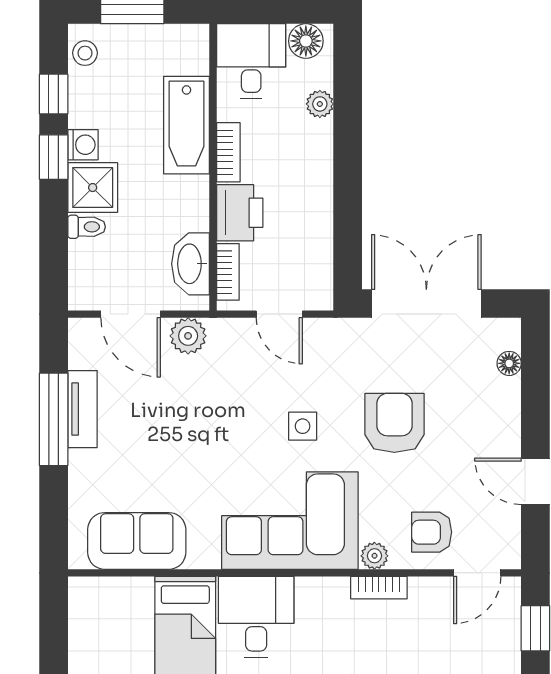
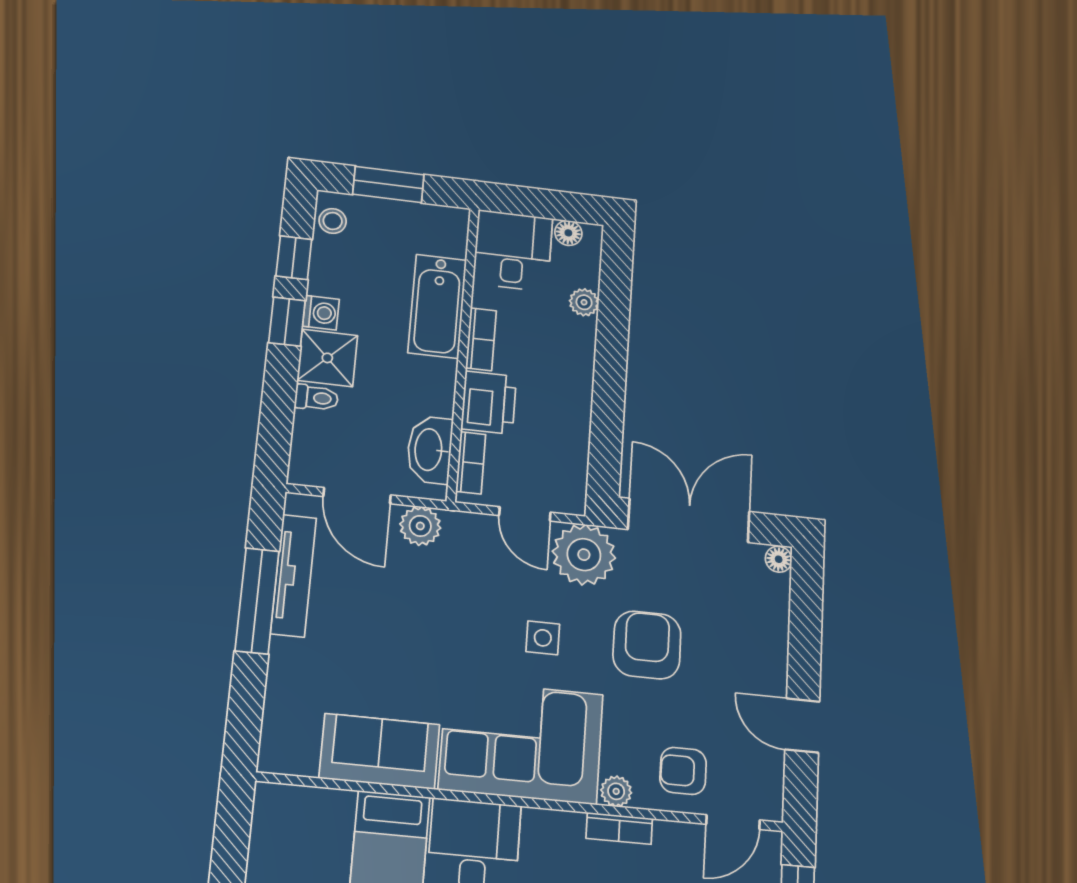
floor lamp: (306, 41) -> (568, 233), width x0.73, depth x0.73
plant: (334, 346) -> (584, 555), added
floor lamp: (509, 363) -> (779, 559), moved
tv unit: (82, 409) -> (294, 576), width x1.41
sofa: (137, 541) -> (380, 751), moved

